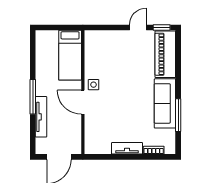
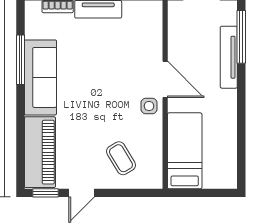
coffee table: (112, 50) -> (121, 158), added
window: (33, 97) -> (241, 37), moved

